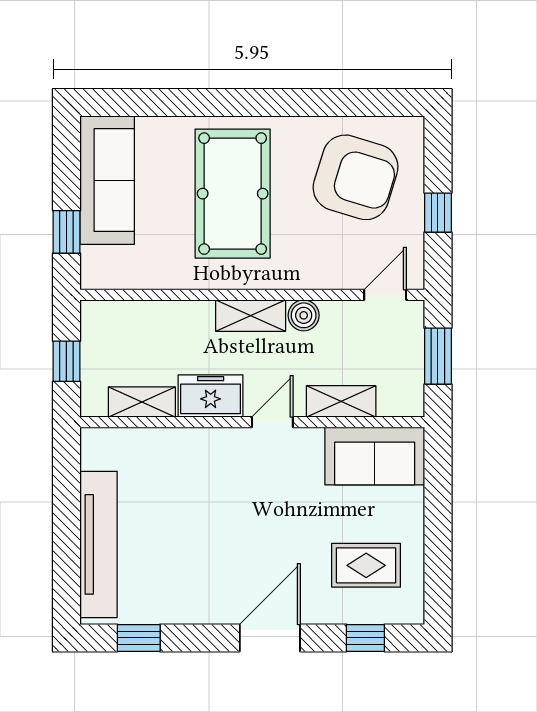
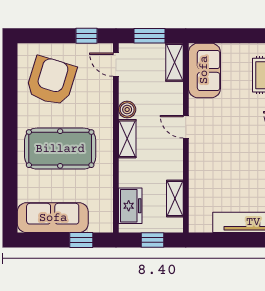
window: (438, 213) -> (86, 36), moved
freezer: (211, 396) -> (130, 206), moved, turned 180
shelving: (341, 401) -> (174, 62), moved

